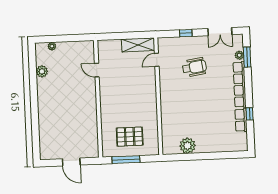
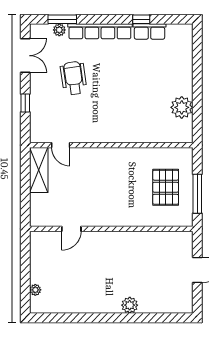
wheelchair: (194, 67) -> (74, 78), moved
plant: (42, 71) -> (130, 305), moved

